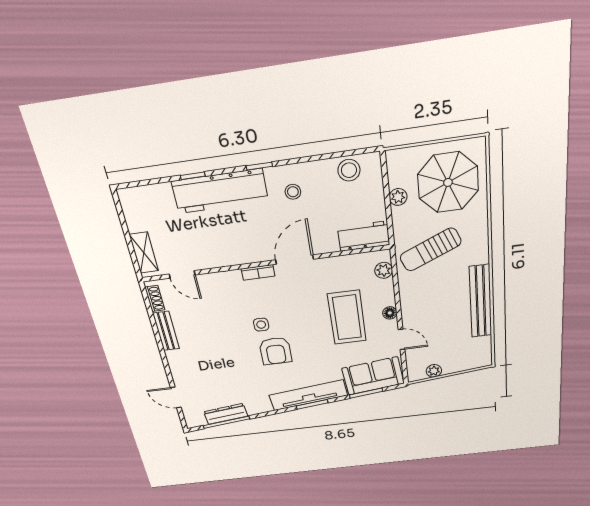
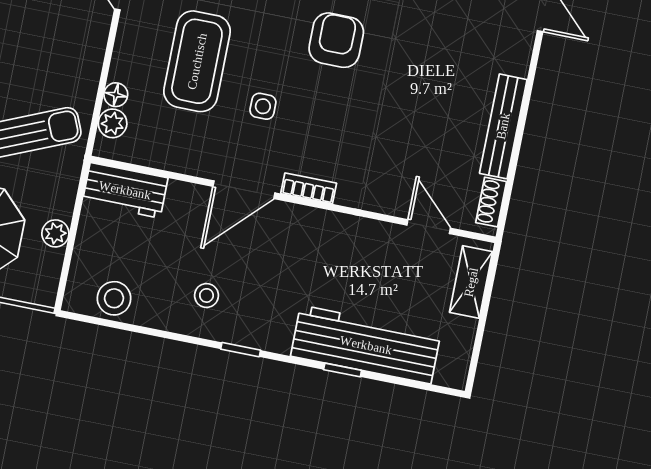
workbench: (220, 191) -> (366, 345), moved
floor lamp: (390, 313) -> (116, 95), moved
side table: (261, 325) -> (263, 106), moved
bench: (166, 331) -> (503, 126), width x1.36

